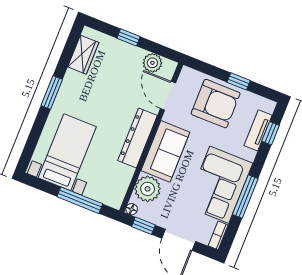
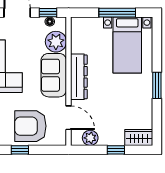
wardrobe: (83, 55) -> (139, 138), moved, turned 90
window: (80, 200) -> (117, 13), moved
floor lamp: (132, 209) -> (50, 22), moved

